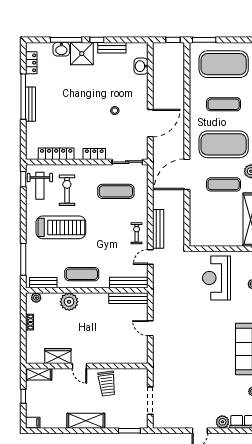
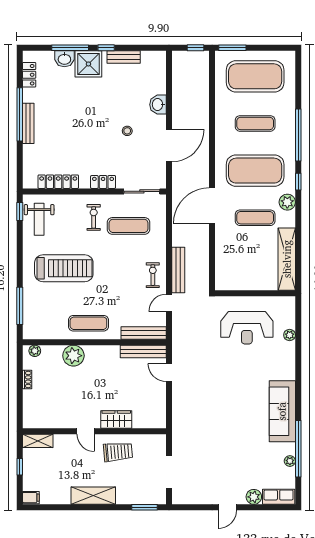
washbasin: (141, 66) -> (158, 105), moved
exercise bike: (67, 190) -> (94, 217), moved, width x0.73, depth x0.72
reception desk: (217, 278) -> (247, 328), turned -90
bench: (43, 283) -> (43, 333), removed
door: (150, 328) -> (169, 373), moved
wardrobe: (58, 356) -> (116, 419), moved
trolley: (107, 384) -> (118, 452), turned -88

